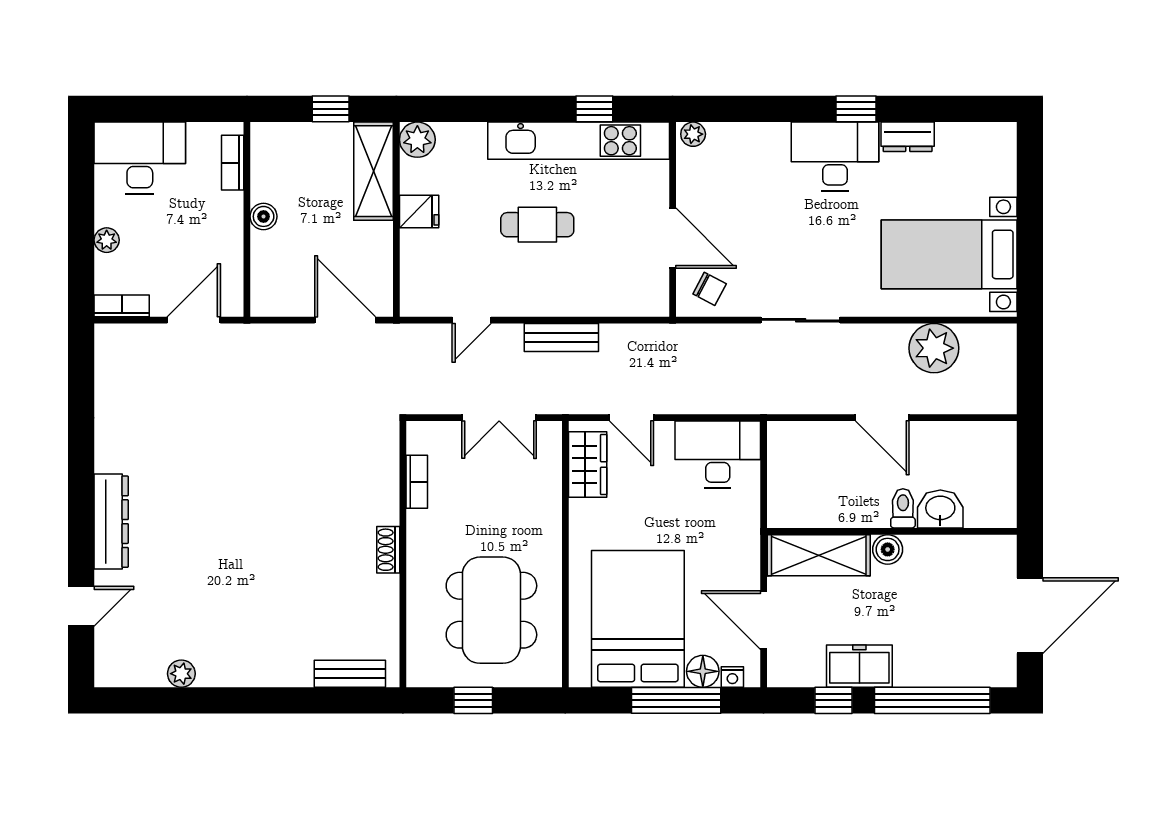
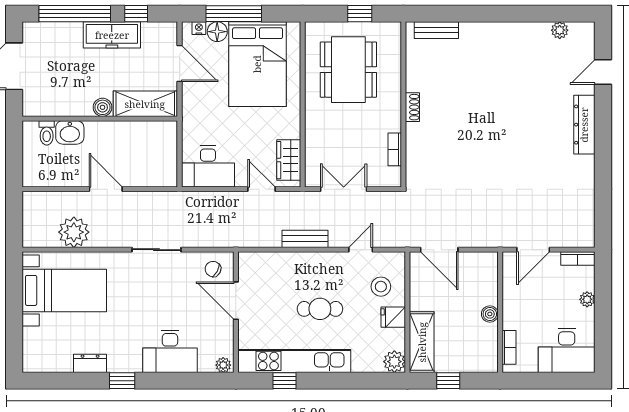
desk: (835, 156) -> (170, 351), moved
stool: (439, 261) -> (381, 287), added
toilet: (903, 508) -> (47, 133), moved
freezer: (859, 666) -> (112, 35), width x1.40
plant: (181, 674) -> (560, 30), moved

